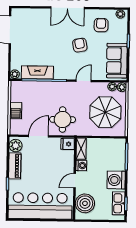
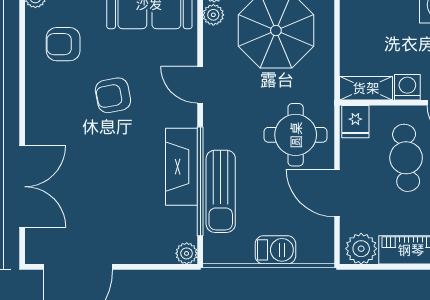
double door: (67, 8) -> (22, 187), moved
fireplace: (37, 72) -> (182, 167), moved
sun lounger: (40, 89) -> (221, 191), added
cafe table: (52, 165) -> (406, 158), added

